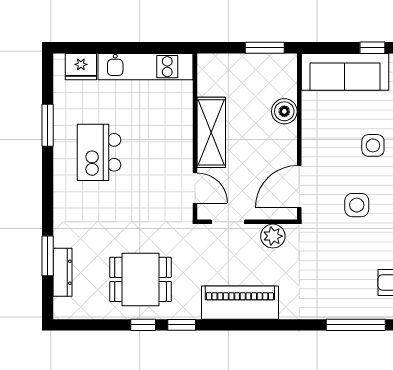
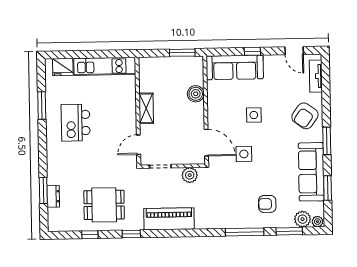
shelving: (211, 132) -> (146, 108), width x0.67, depth x0.75
door: (299, 187) -> (206, 143), swing flipped
door: (195, 188) -> (138, 145), swing flipped
dresser: (63, 272) -> (53, 196), width x0.70
window: (143, 325) -> (90, 235), moved

